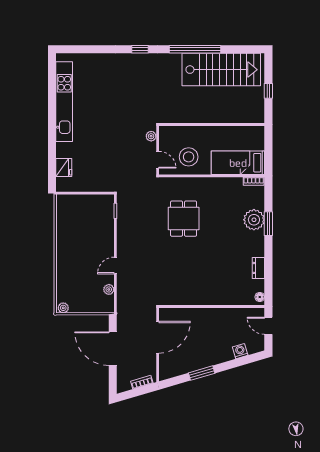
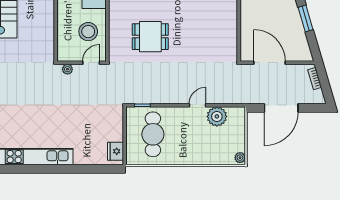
fridge: (64, 168) -> (115, 151), moved, turned -90
cafe table: (86, 221) -> (153, 134), added
door: (115, 266) -> (197, 105), swing flipped
plant: (109, 289) -> (217, 116), width x1.88, depth x1.88

